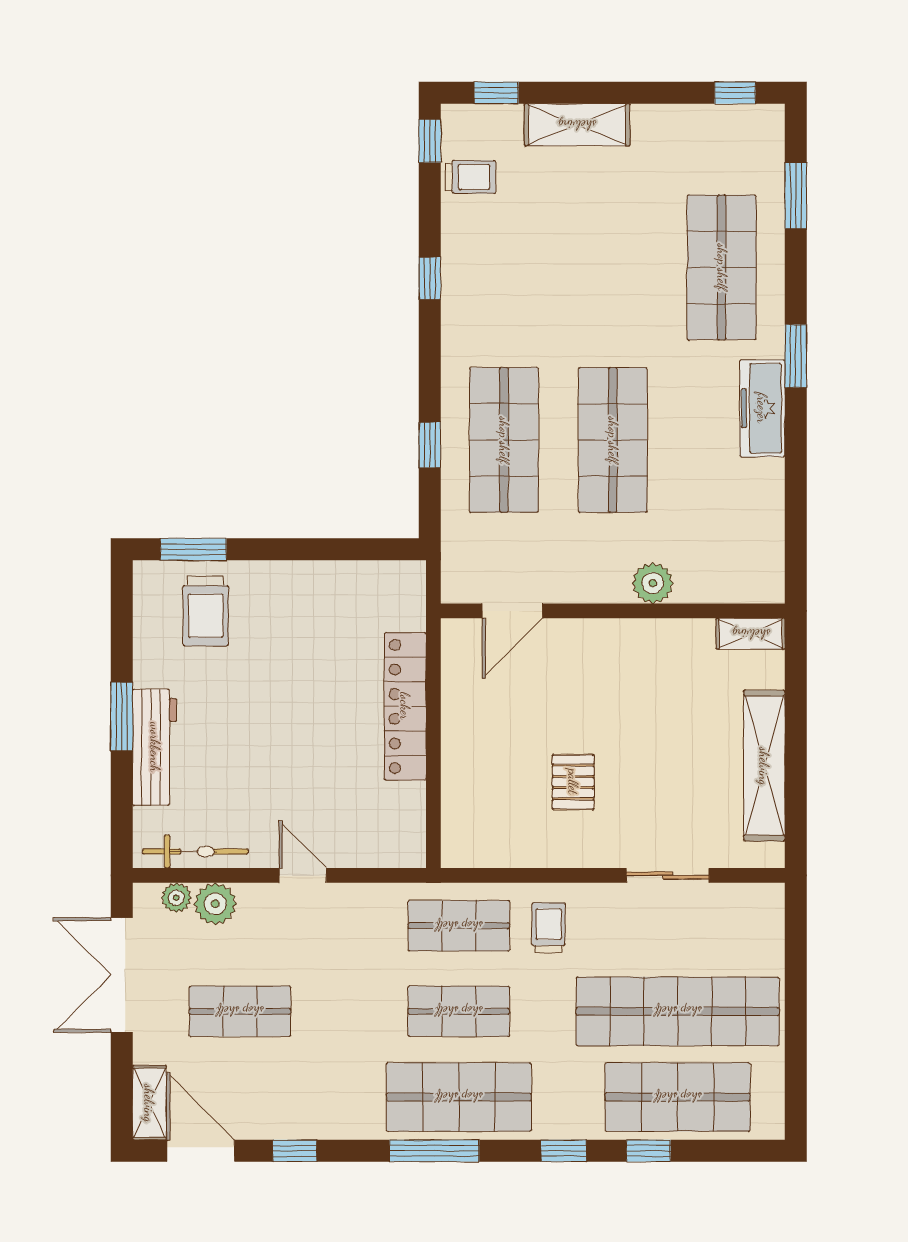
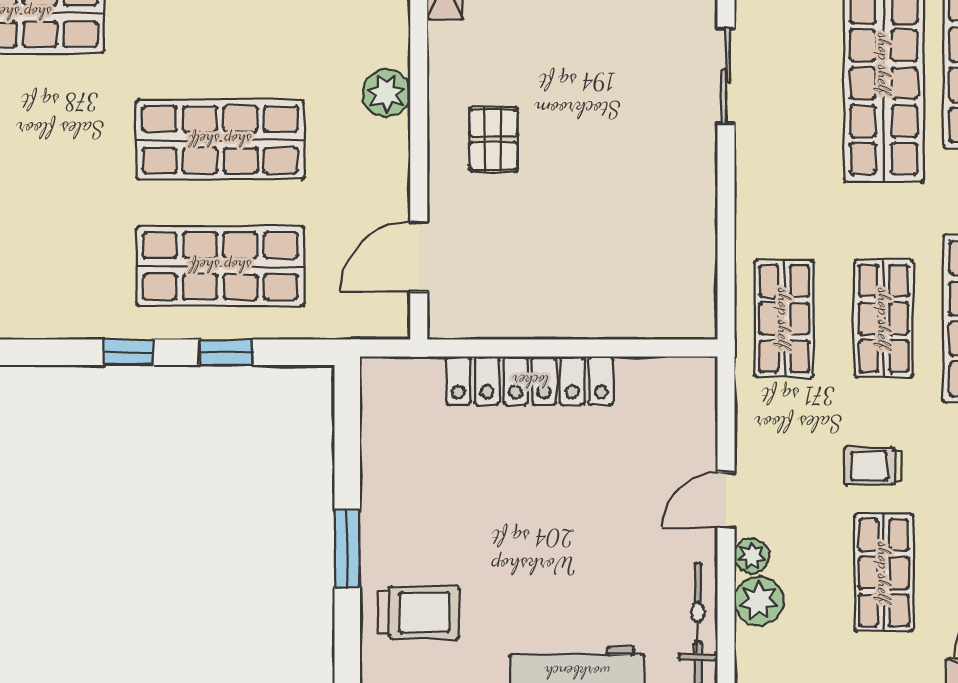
window: (430, 278) -> (128, 352), moved
window: (193, 549) -> (347, 549), moved
door: (512, 611) -> (419, 256), swing flipped
pallet: (573, 782) -> (494, 139), moved, turned 90
plant: (176, 898) -> (752, 556), moved
trolley: (549, 928) -> (873, 466), moved

